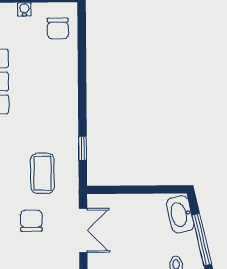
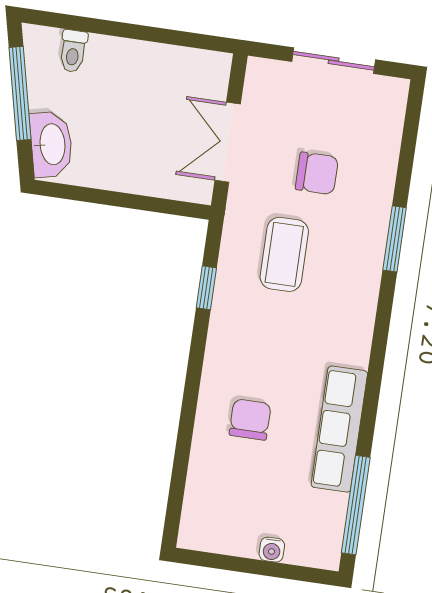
chair: (58, 28) -> (250, 419), moved
chair: (31, 221) -> (317, 173), turned -90

